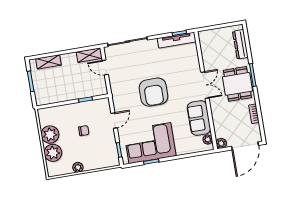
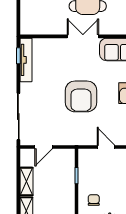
shelving: (89, 55) -> (26, 181), moved
armchair: (153, 92) -> (81, 96), turned 90
chair: (84, 131) -> (94, 200), moved

